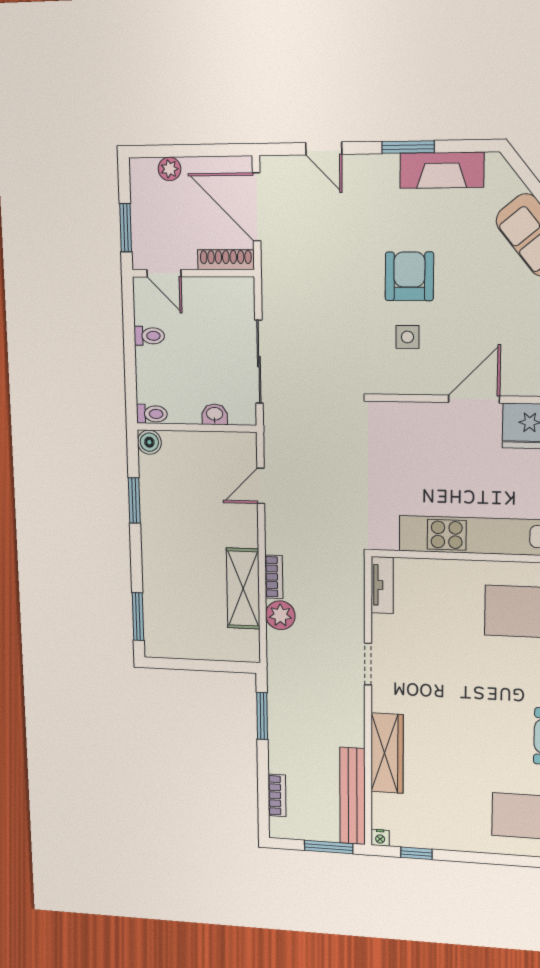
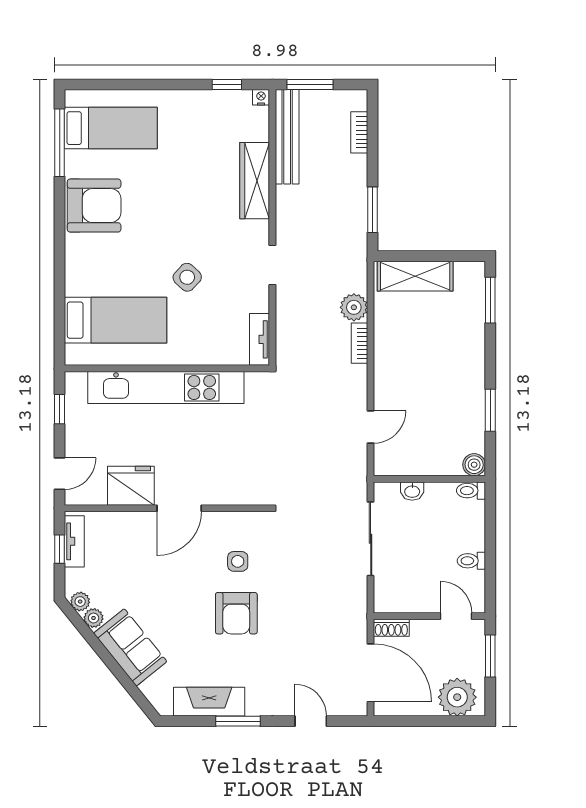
plant: (170, 169) -> (457, 697), width x1.87, depth x1.87
shoe rack: (226, 260) -> (391, 628), width x0.70
shelving: (243, 589) -> (415, 276), moved, turned 90
side table: (462, 655) -> (187, 277), added

